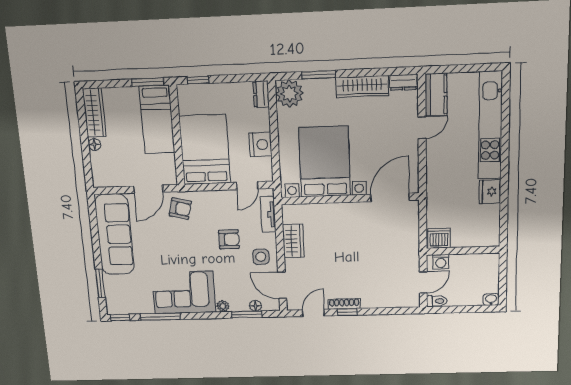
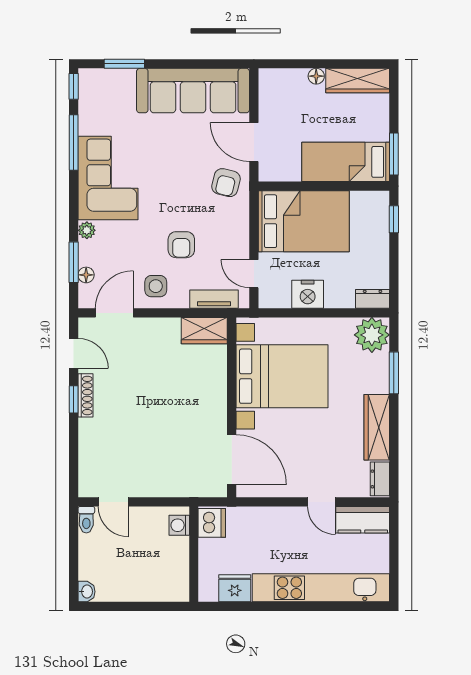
dishwasher: (439, 238) -> (212, 523), moved
wardrobe: (293, 241) -> (204, 331), moved
wall: (463, 251) -> (194, 554), moved
washing machine: (441, 262) -> (179, 525), moved

